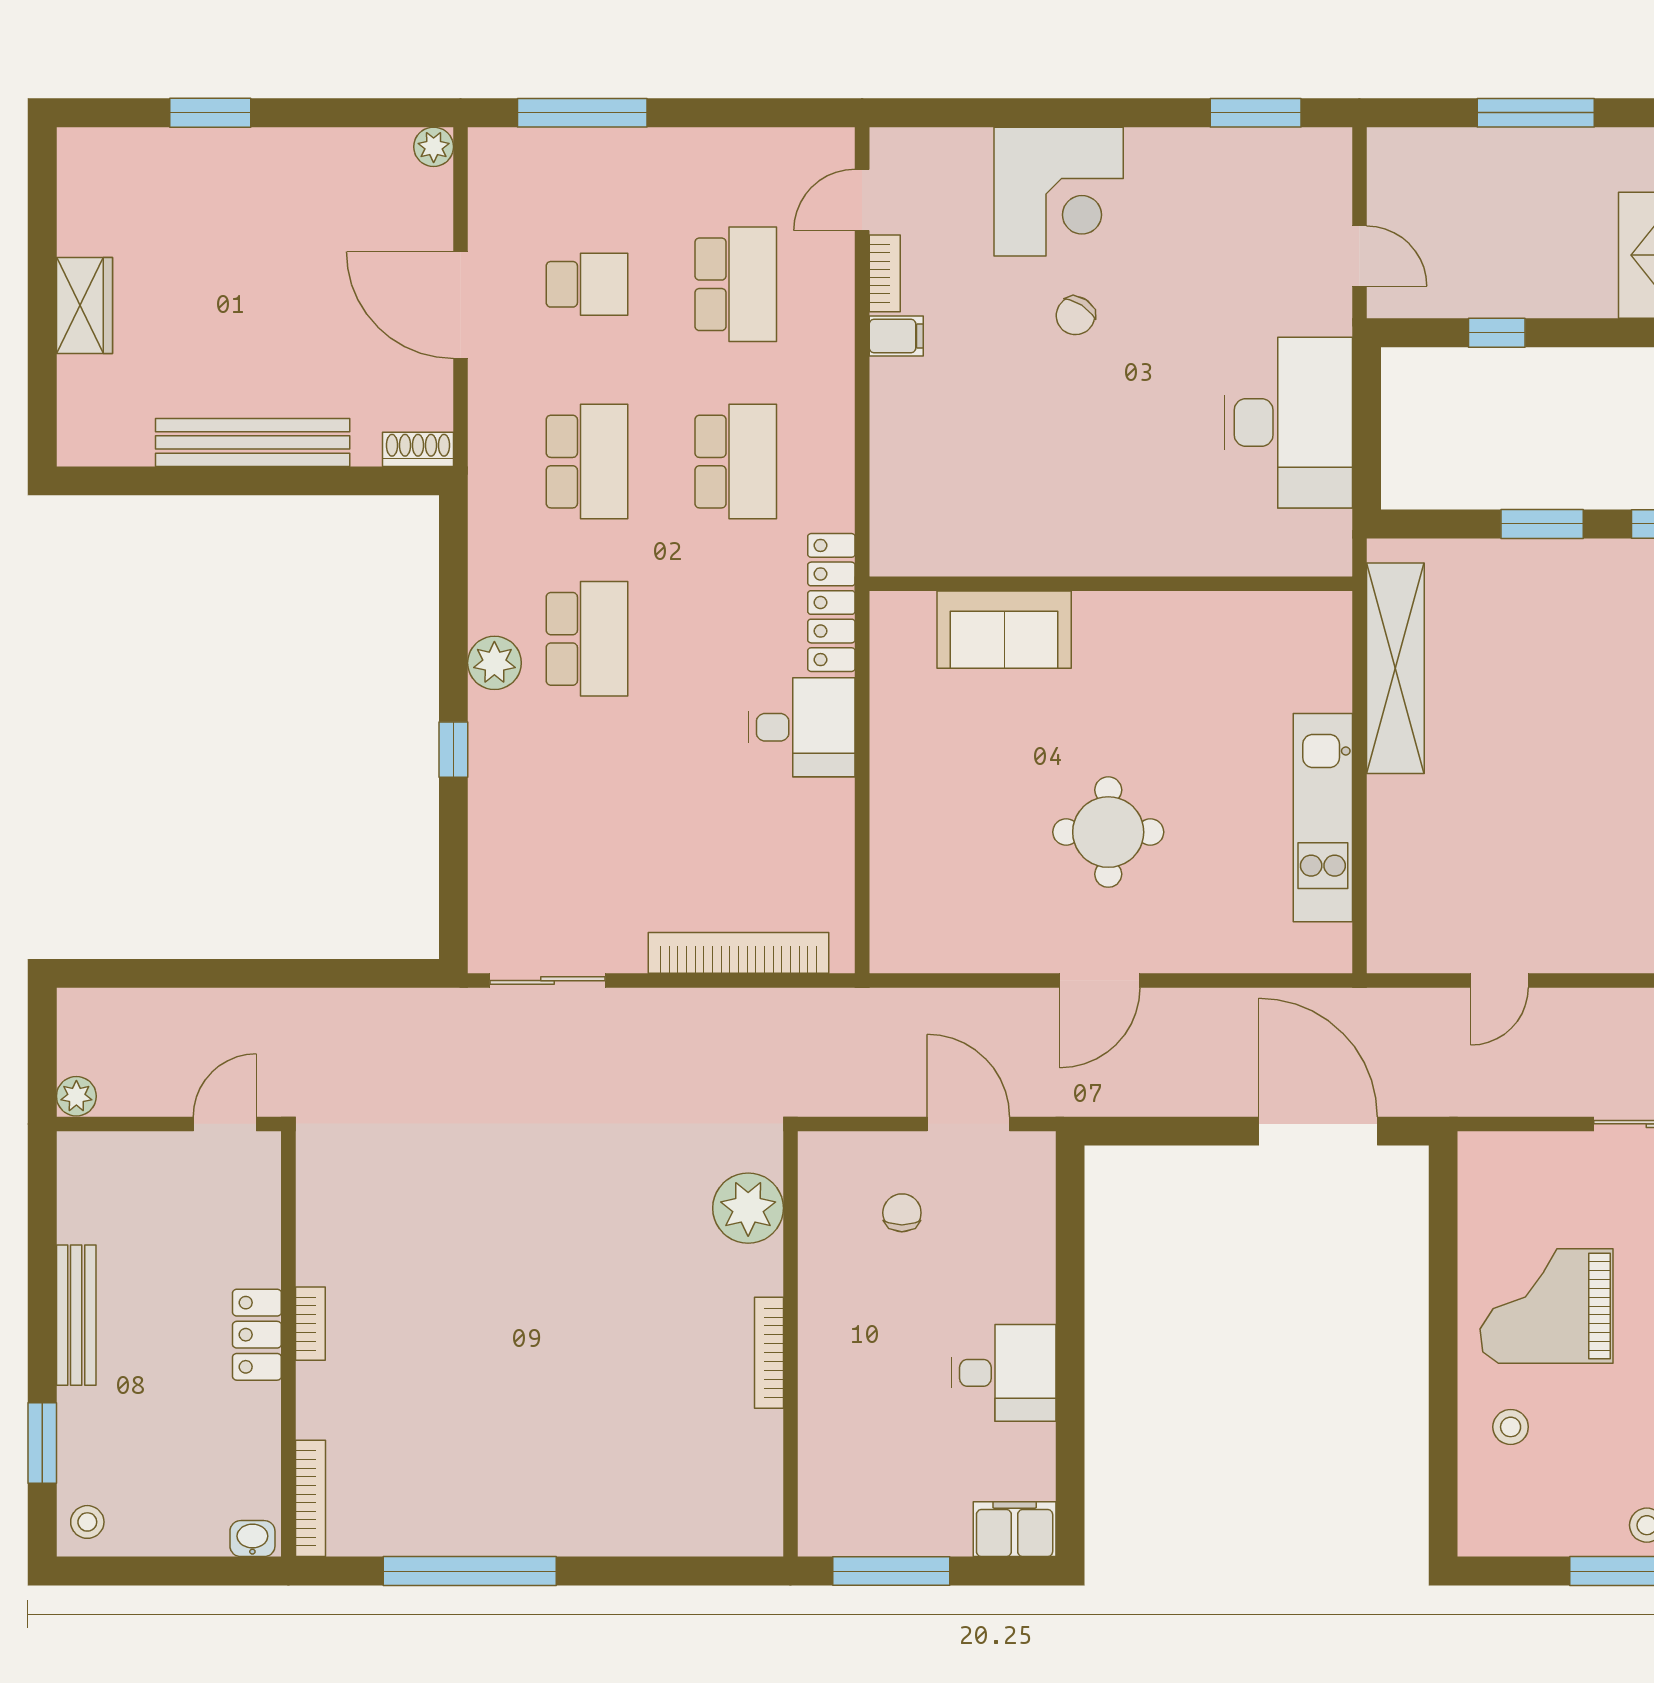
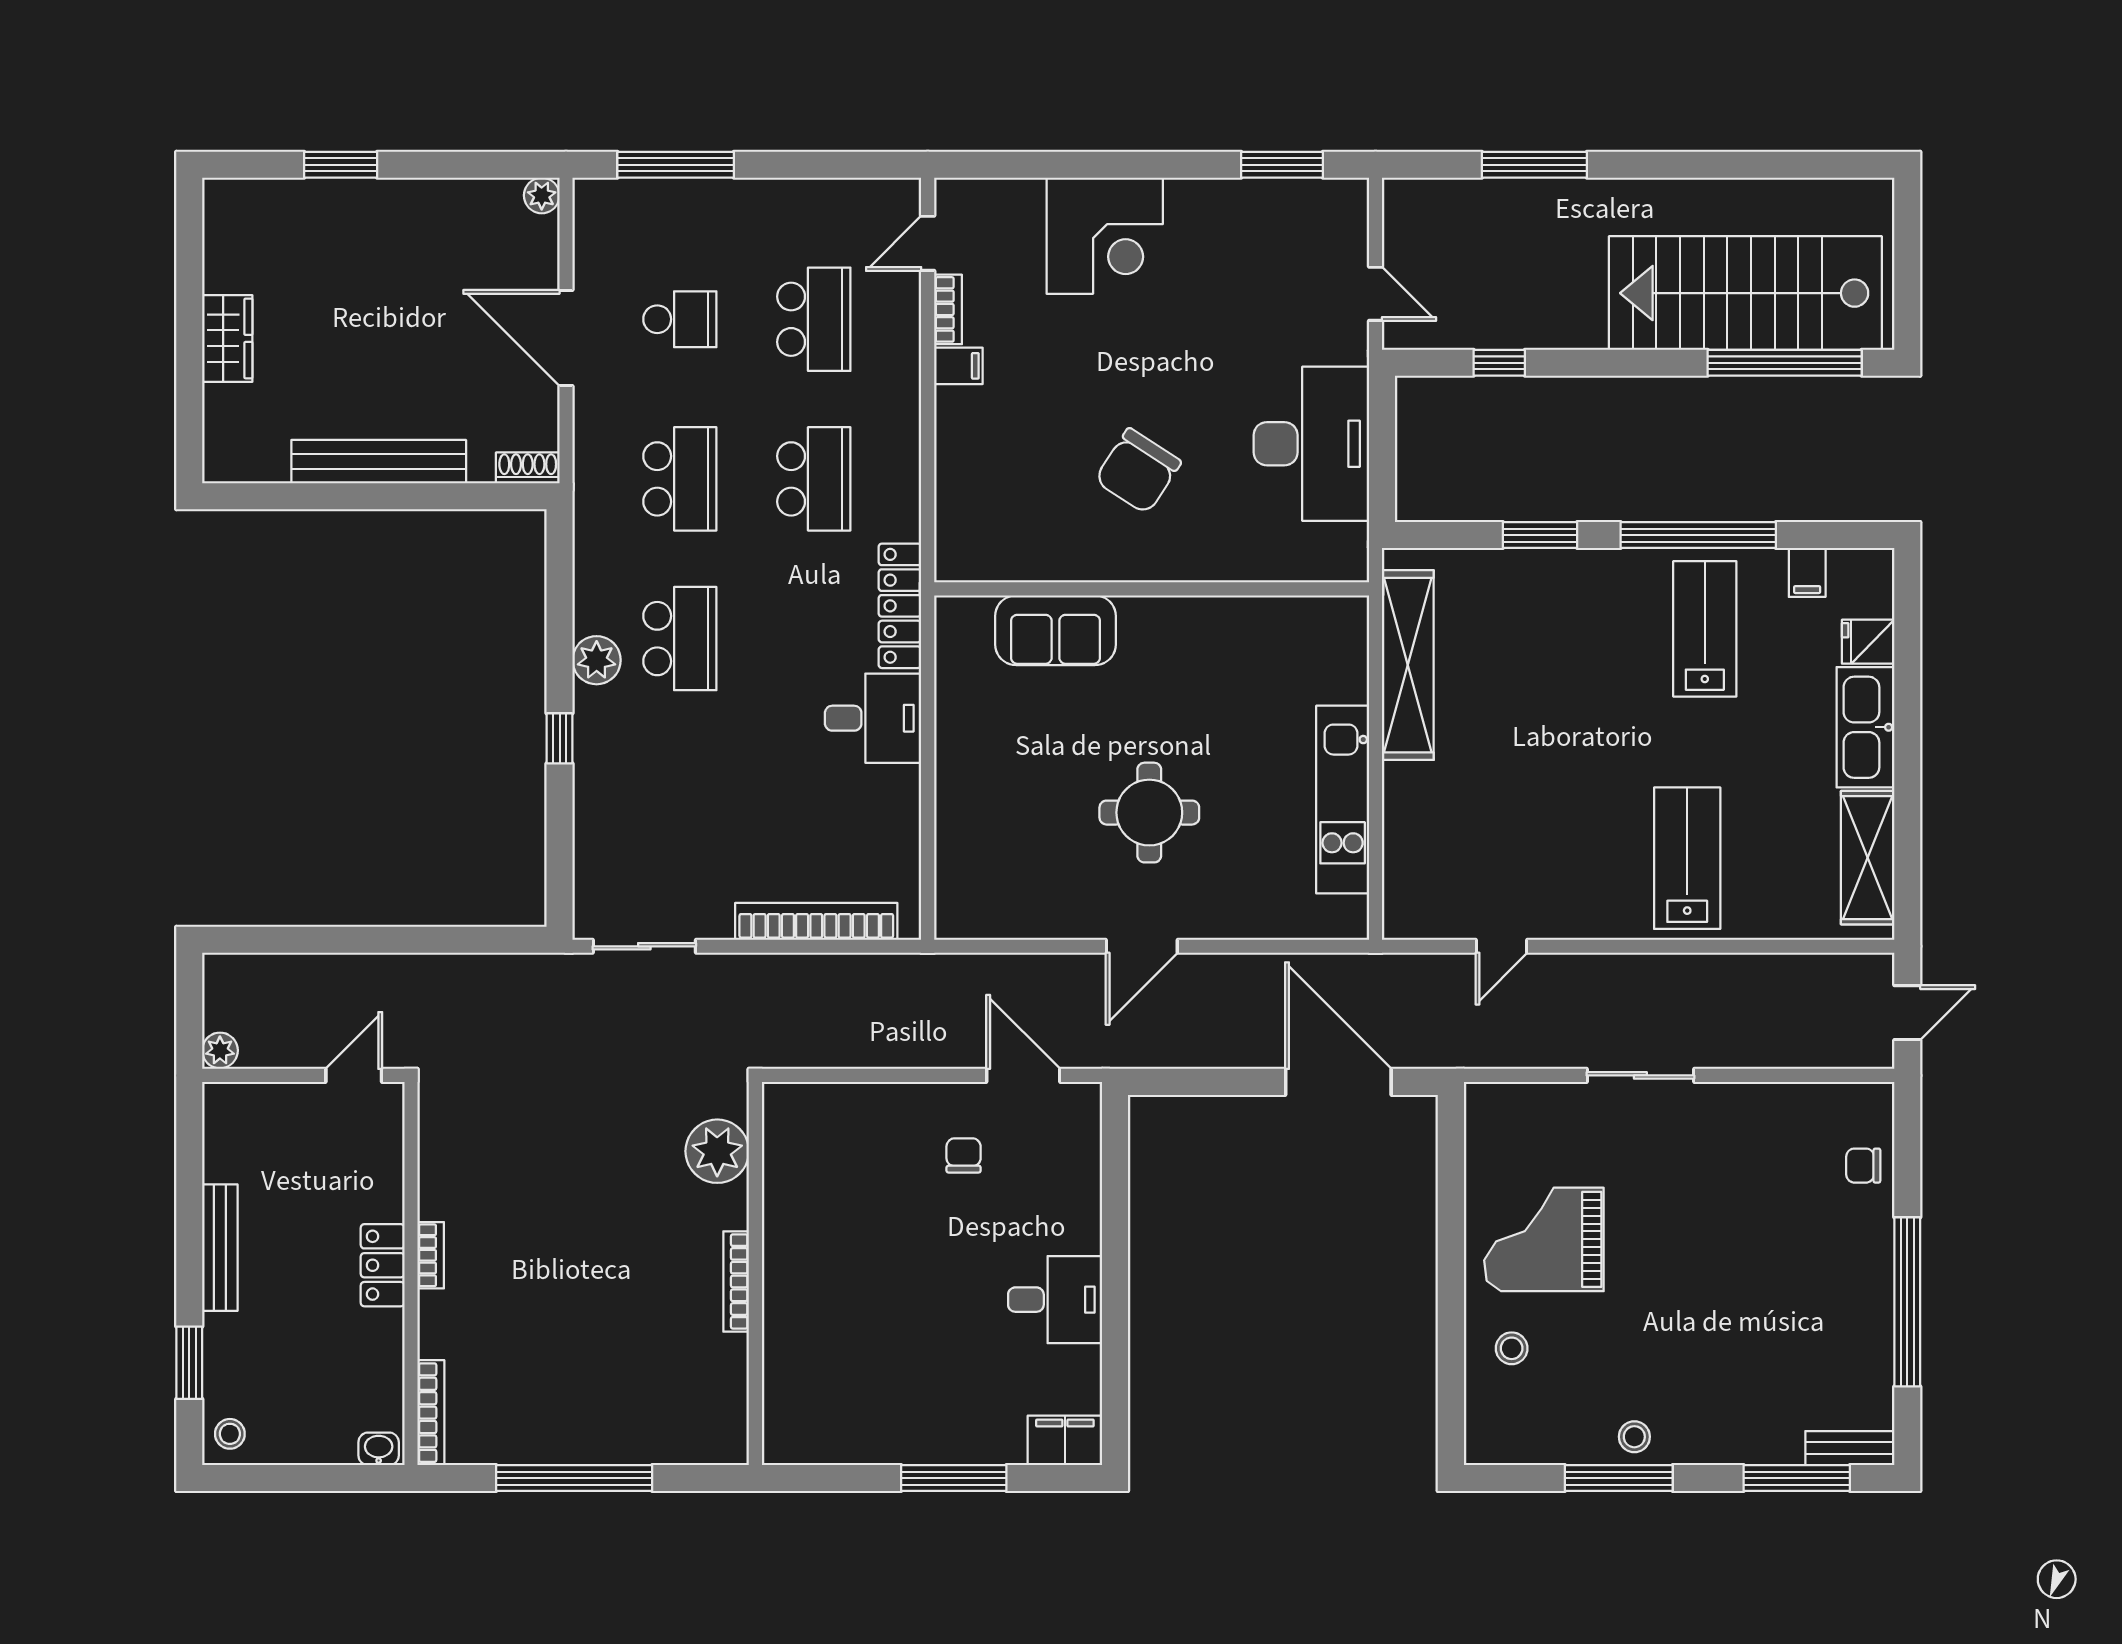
chair: (1075, 316) -> (1138, 471), moved, width x1.87, depth x1.87
plant: (748, 1208) -> (717, 1151), moved
wall: (790, 1344) -> (755, 1274), moved
bookcase: (769, 1353) -> (736, 1281), moved

